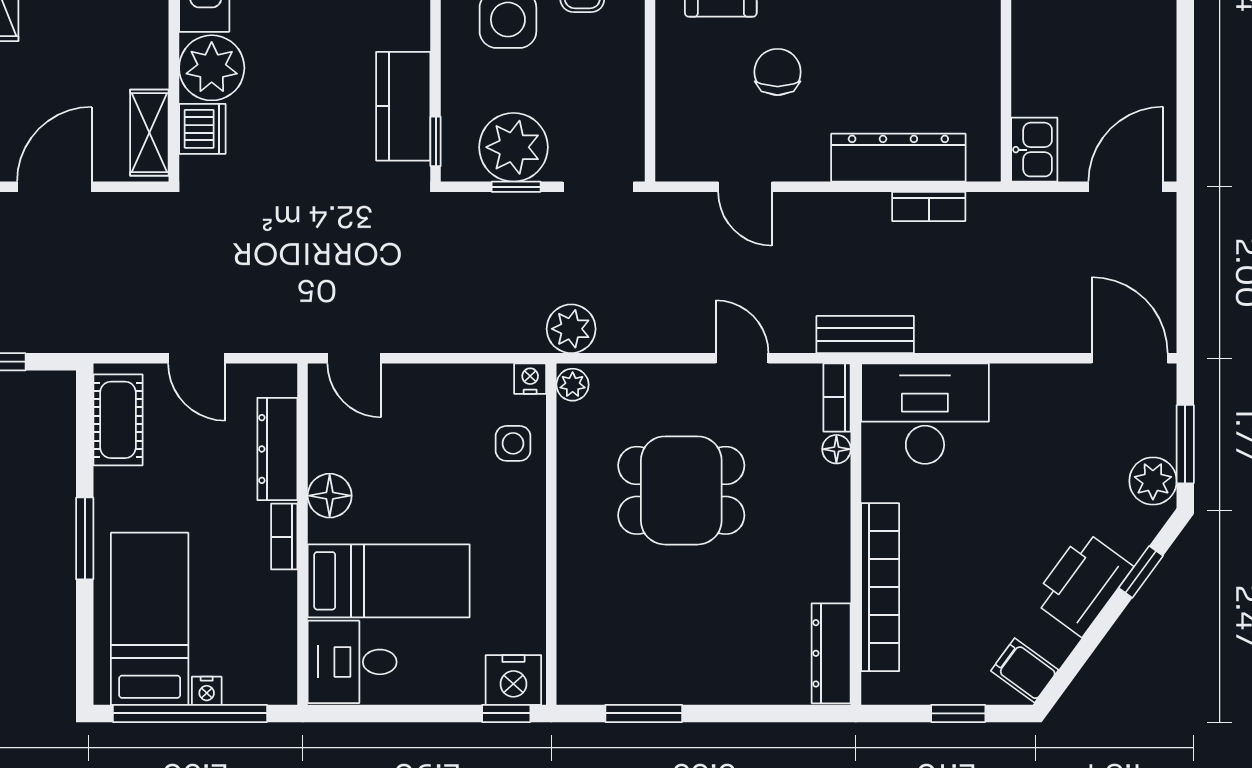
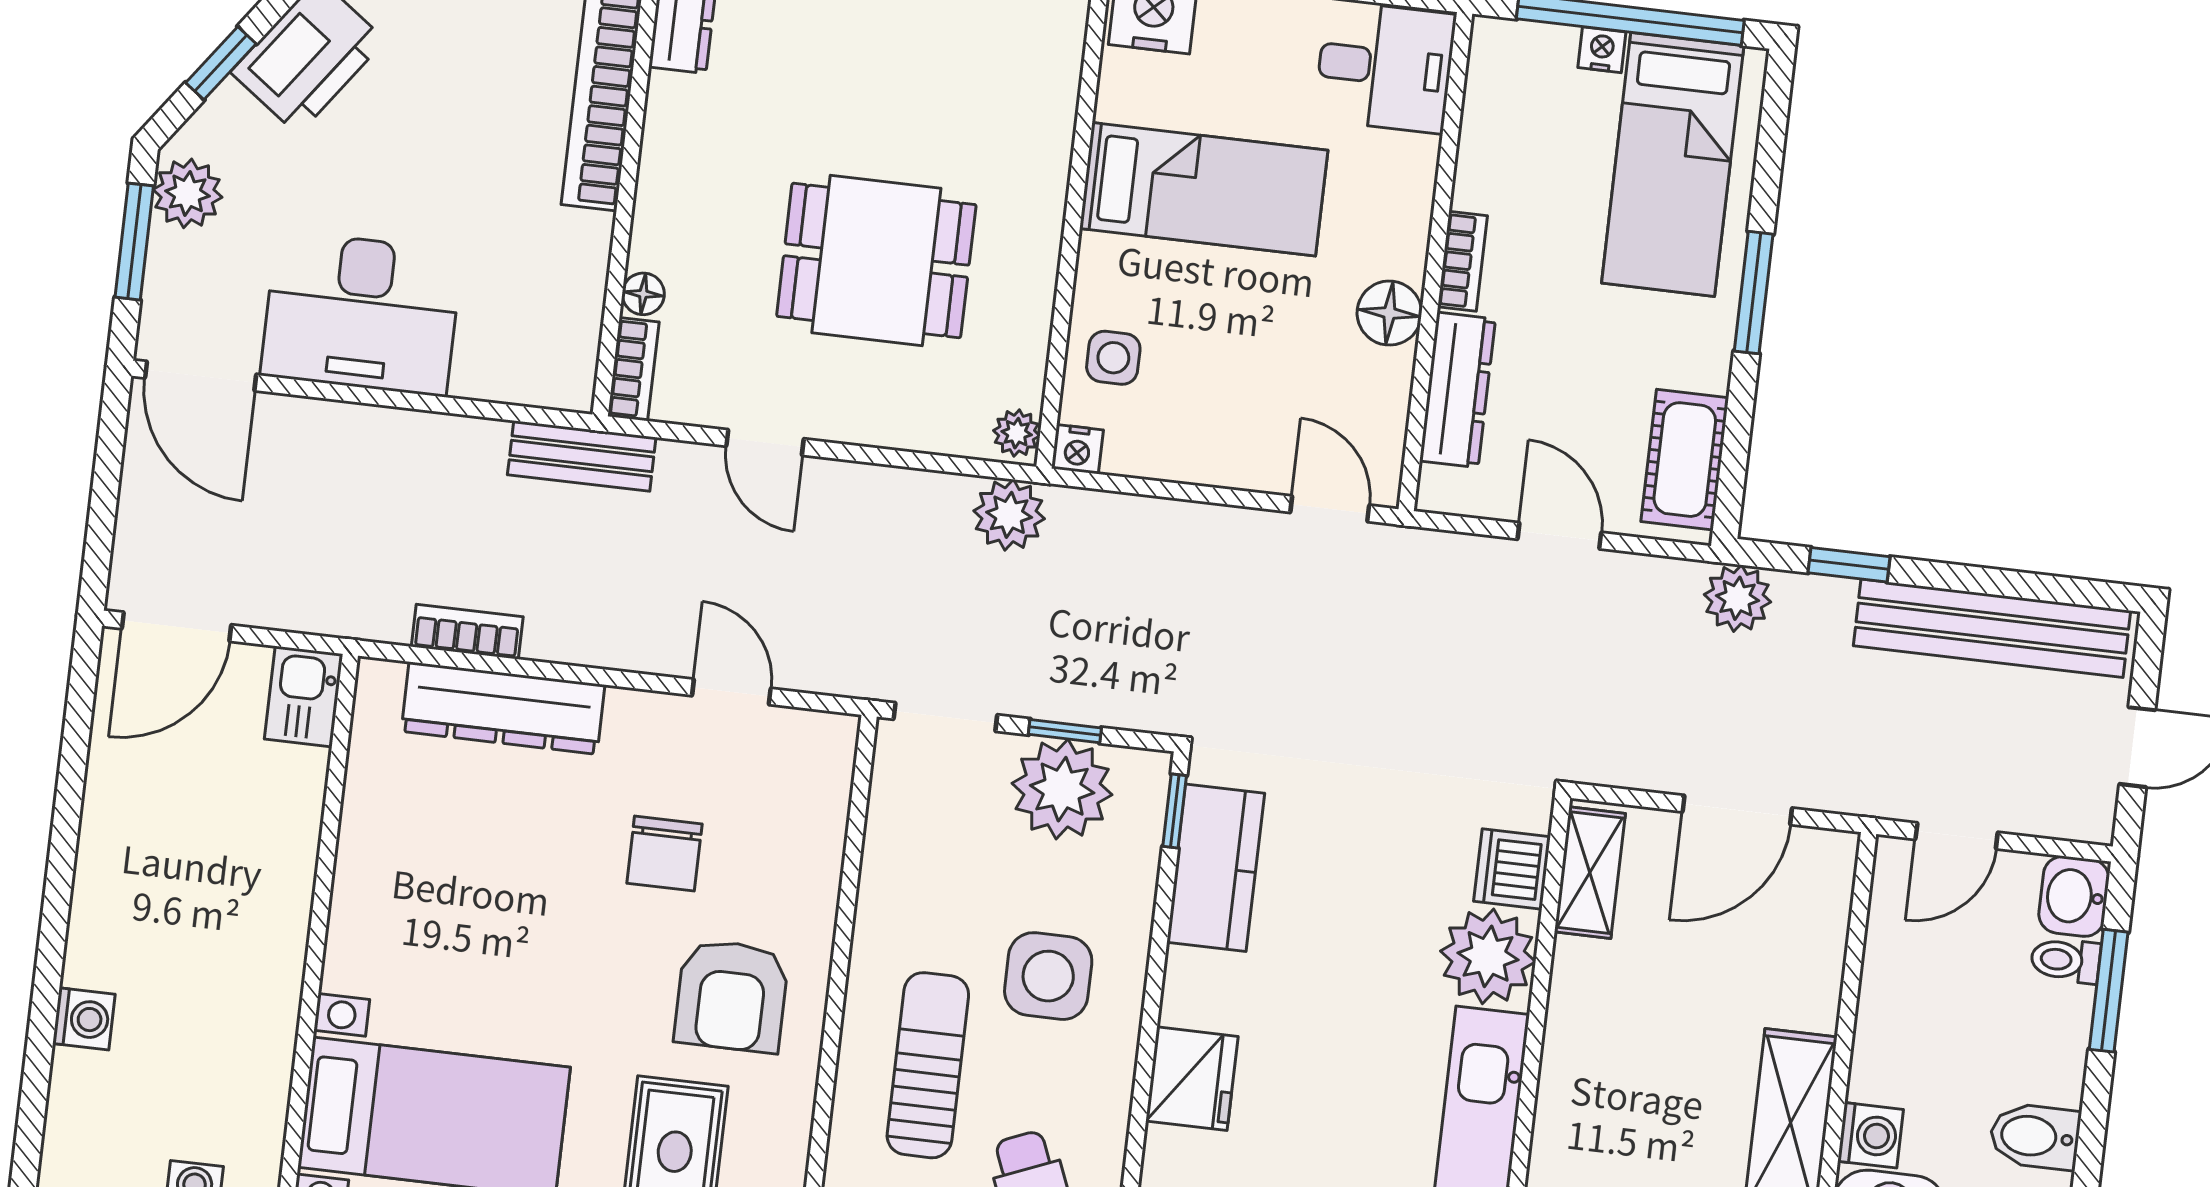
plant: (71, 330) -> (1737, 598), added
desk: (925, 414) -> (361, 313), moved
bed: (389, 581) -> (1204, 189), moved, turned 180

